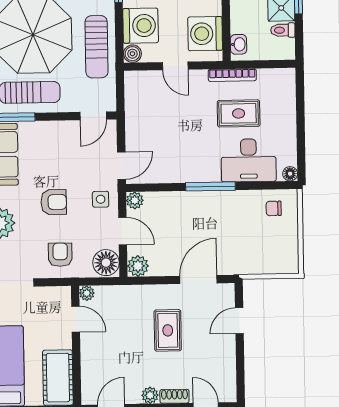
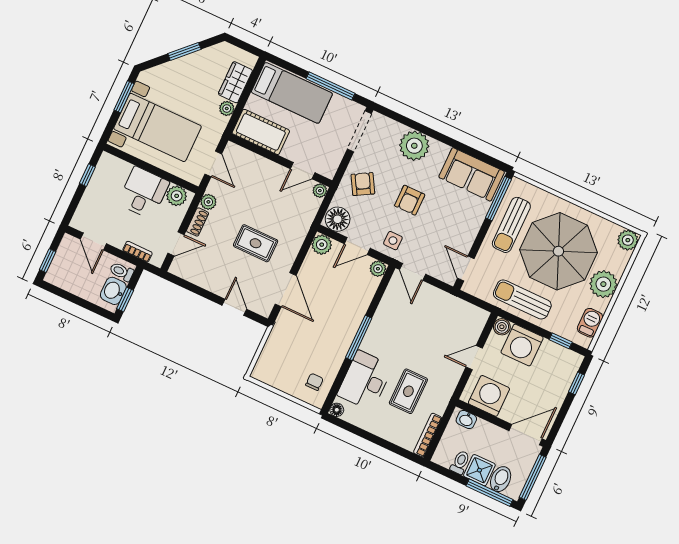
bookcase: (232, 75) -> (428, 435), moved
armchair: (60, 255) -> (363, 184), turned -120

